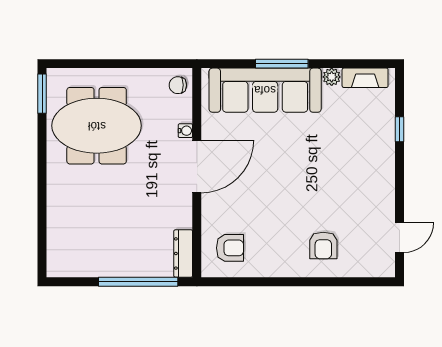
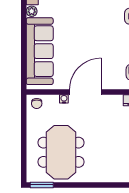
window: (282, 64) -> (24, 41), removed
door: (197, 166) -> (85, 92), hinge flipped

